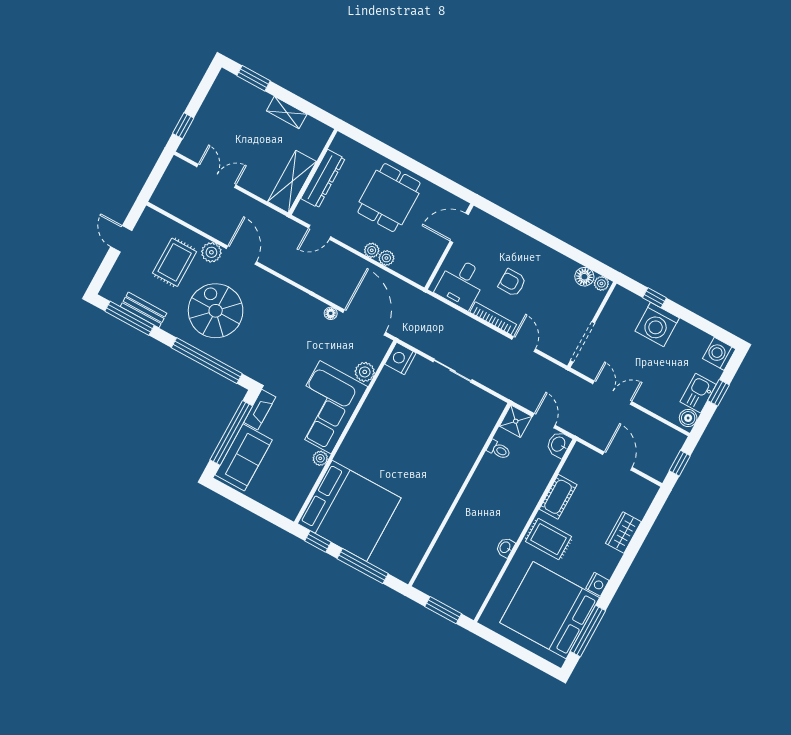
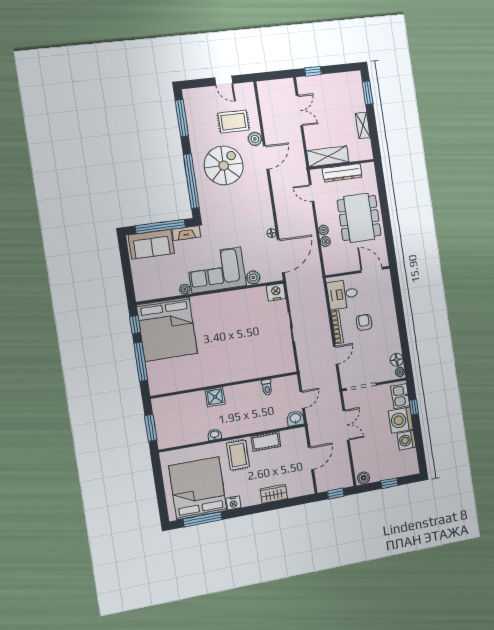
dining table: (389, 198) -> (359, 218), width x1.38
door: (121, 239) -> (224, 81), swing flipped
bench: (144, 310) -> (193, 123), removed
washing machine: (719, 354) -> (407, 440), moved, turned -90
kitchen sink: (698, 393) -> (400, 396), moved, turned -90
shower: (516, 421) -> (215, 397), moved

